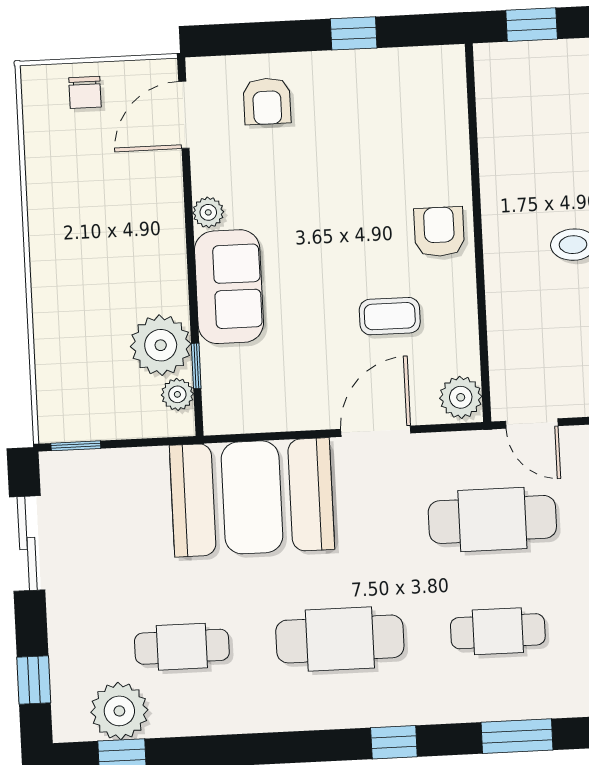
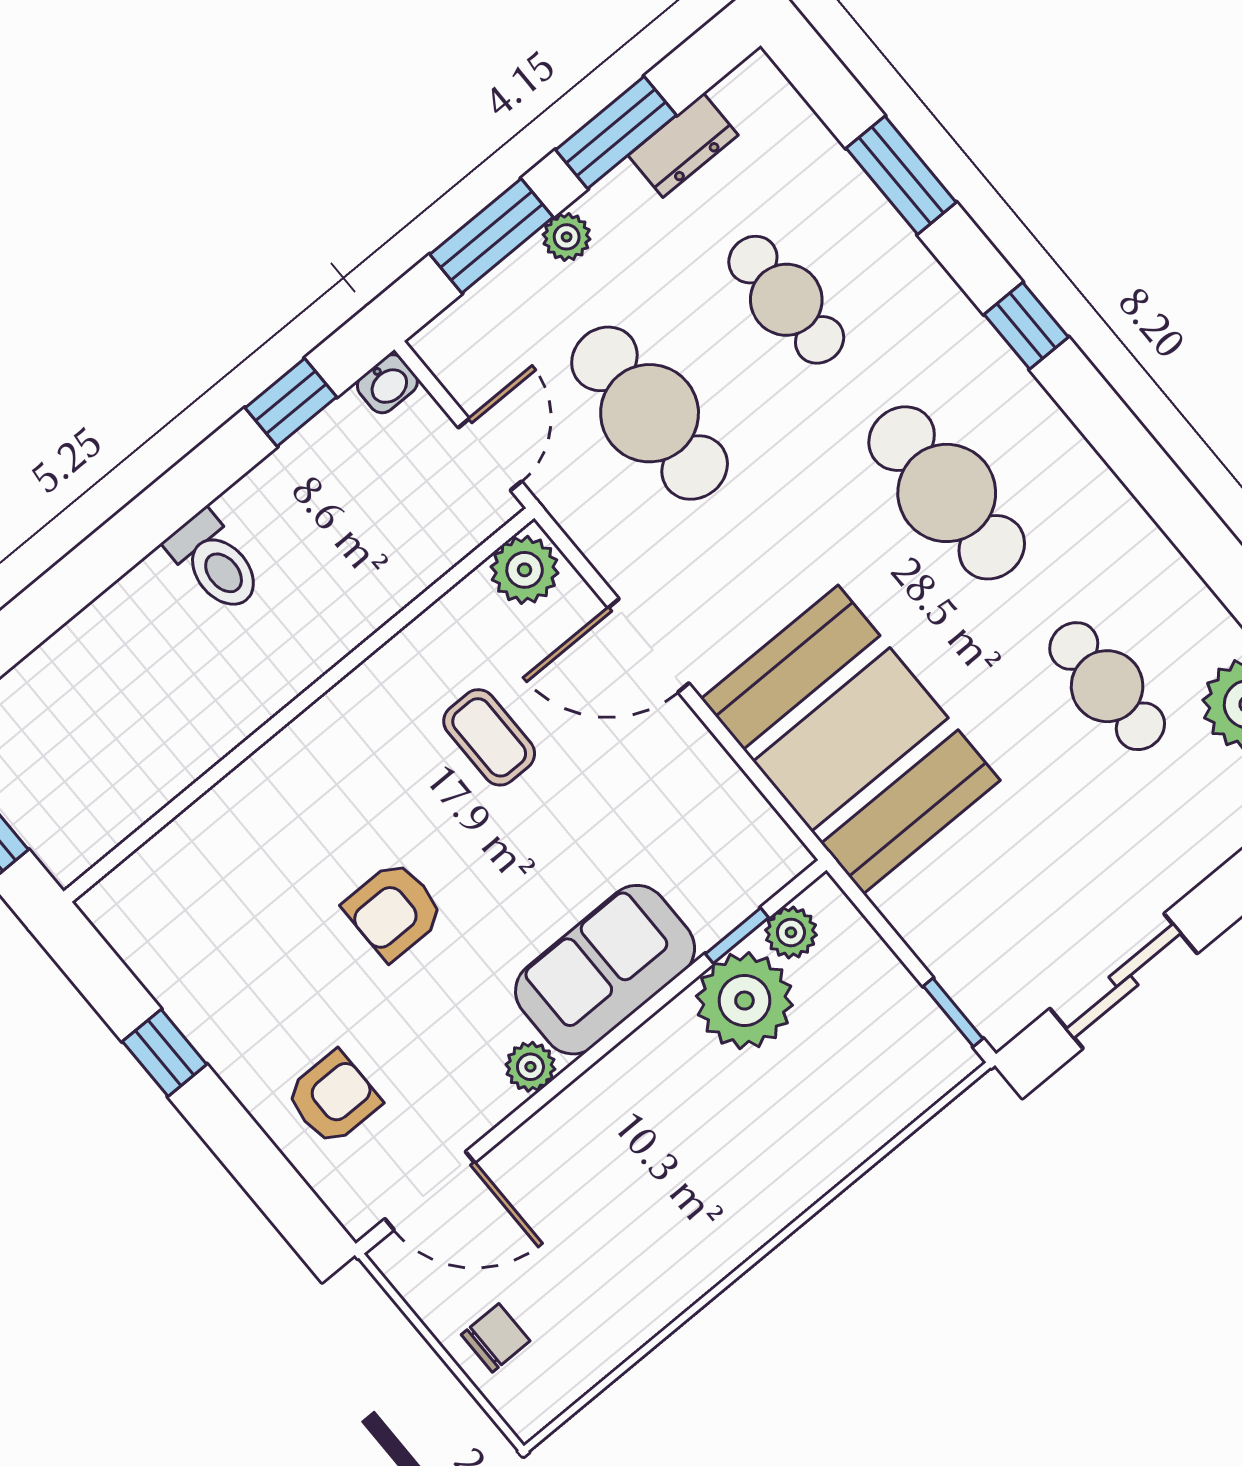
armchair: (439, 232) -> (394, 910), moved

